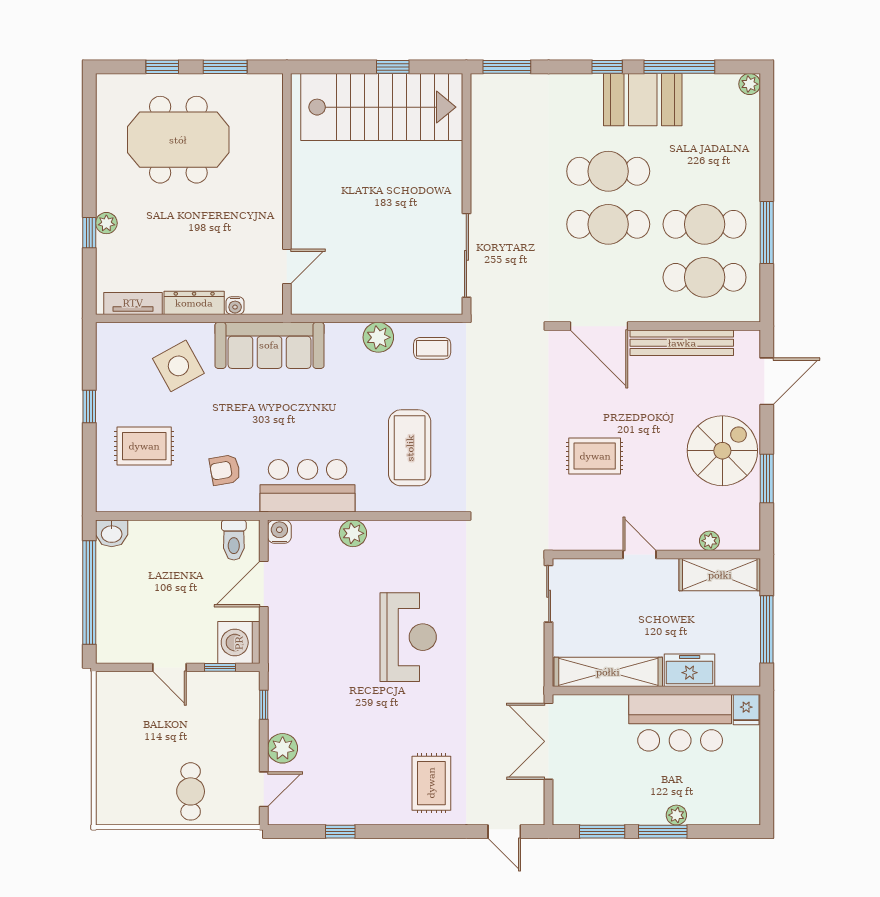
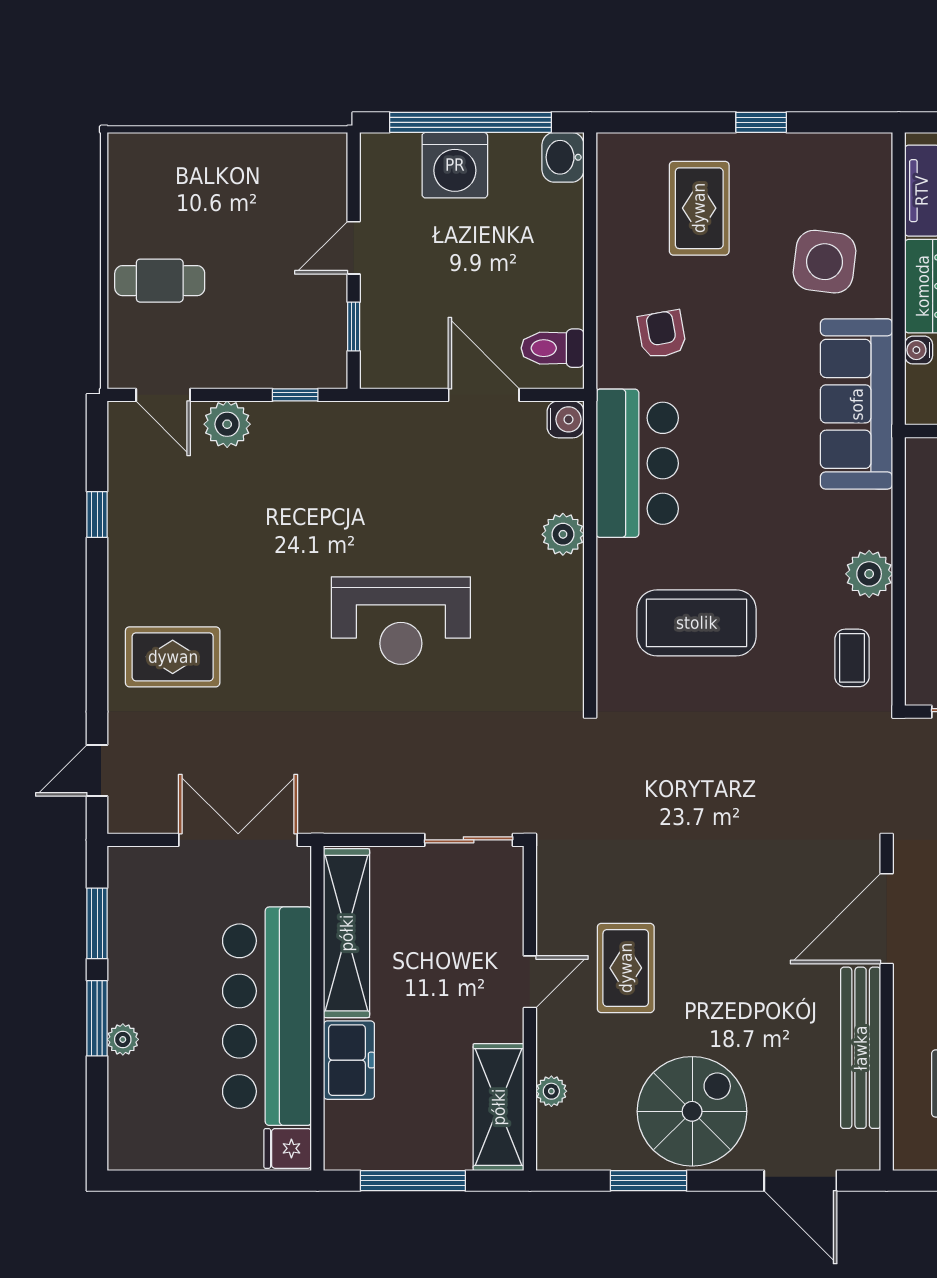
side table: (178, 366) -> (825, 262), turned 36
spiral stairs: (722, 451) -> (692, 1111), turned -90
rug: (595, 456) -> (626, 968), moved
washing machine: (239, 643) -> (455, 165), moved, turned 180
bar counter: (680, 723) -> (267, 1016), width x1.36

